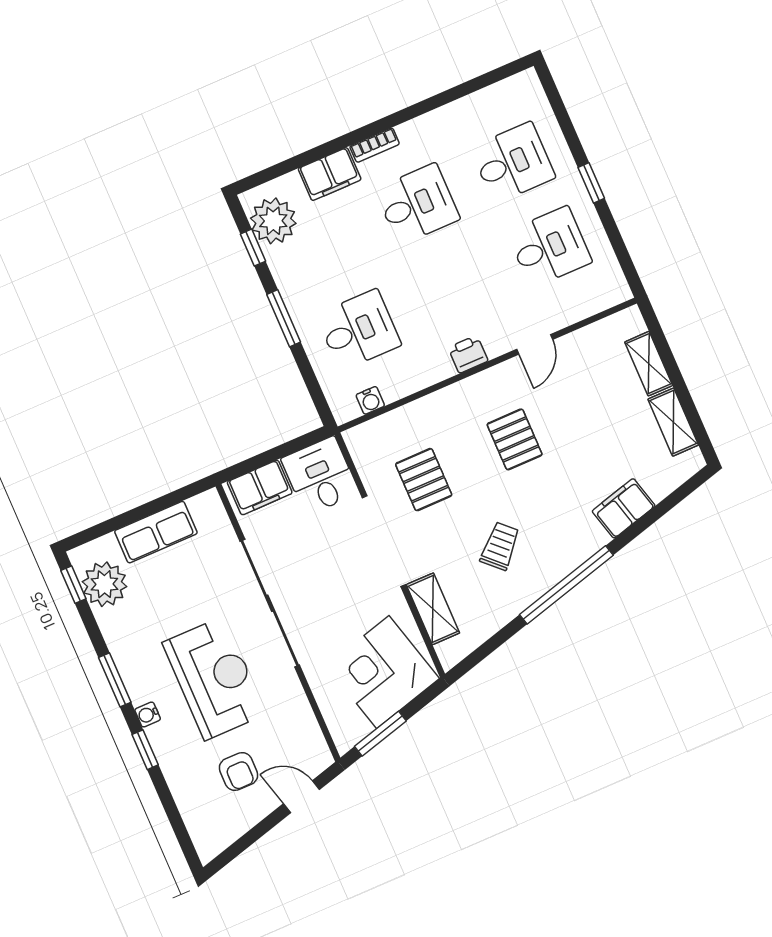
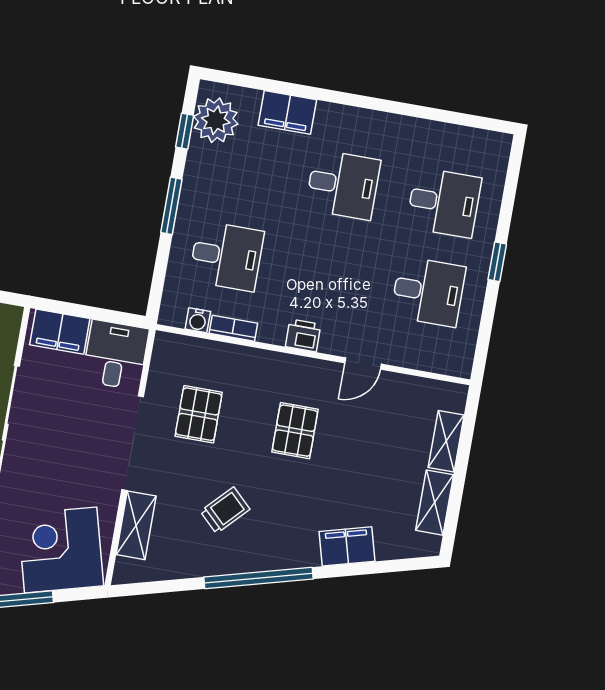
bookcase: (375, 145) -> (233, 328), moved, turned 180

